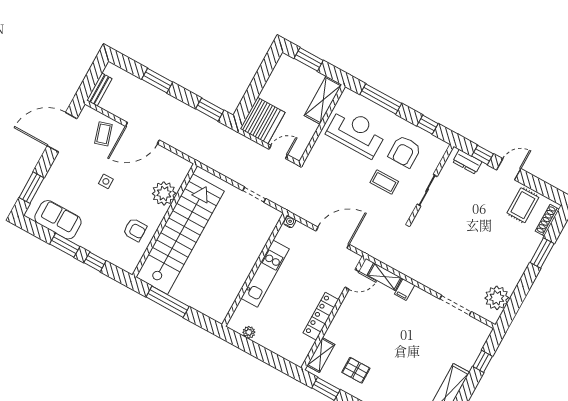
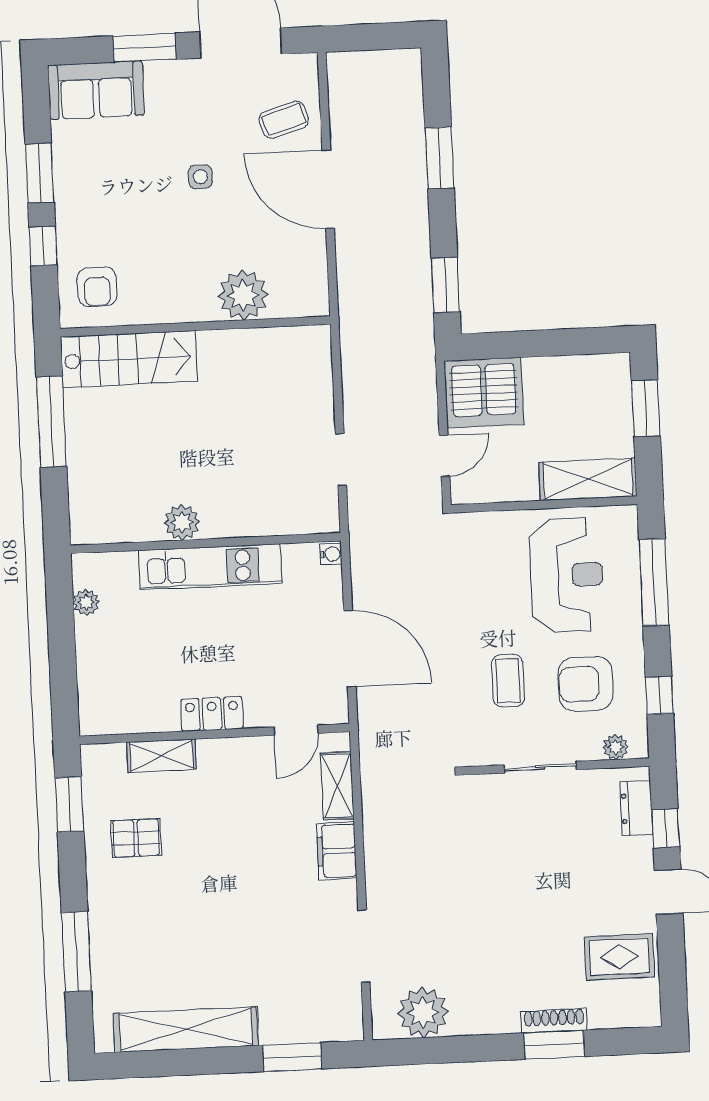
bench: (99, 89) -> (360, 63), removed
door: (278, 152) -> (444, 456), hinge flipped
plant: (438, 155) -> (616, 747), added
window: (32, 188) -> (145, 48), moved
sofa: (58, 220) -> (96, 90), moved, turned 90
shoe rack: (547, 220) -> (554, 1021), moved
armchair: (135, 230) -> (97, 287), moved
stairs: (180, 234) -> (129, 359), width x0.54, depth x0.66
plant: (240, 274) -> (182, 522), added
door: (352, 279) -> (296, 730), hinge flipped
filing cabinet: (405, 290) -> (337, 851), width x2.00
locker: (321, 316) -> (212, 714), width x0.66
shelving: (321, 355) -> (161, 756), moved
window: (483, 361) -> (292, 1057), width x1.50
pallet: (356, 370) -> (136, 838), turned 90

